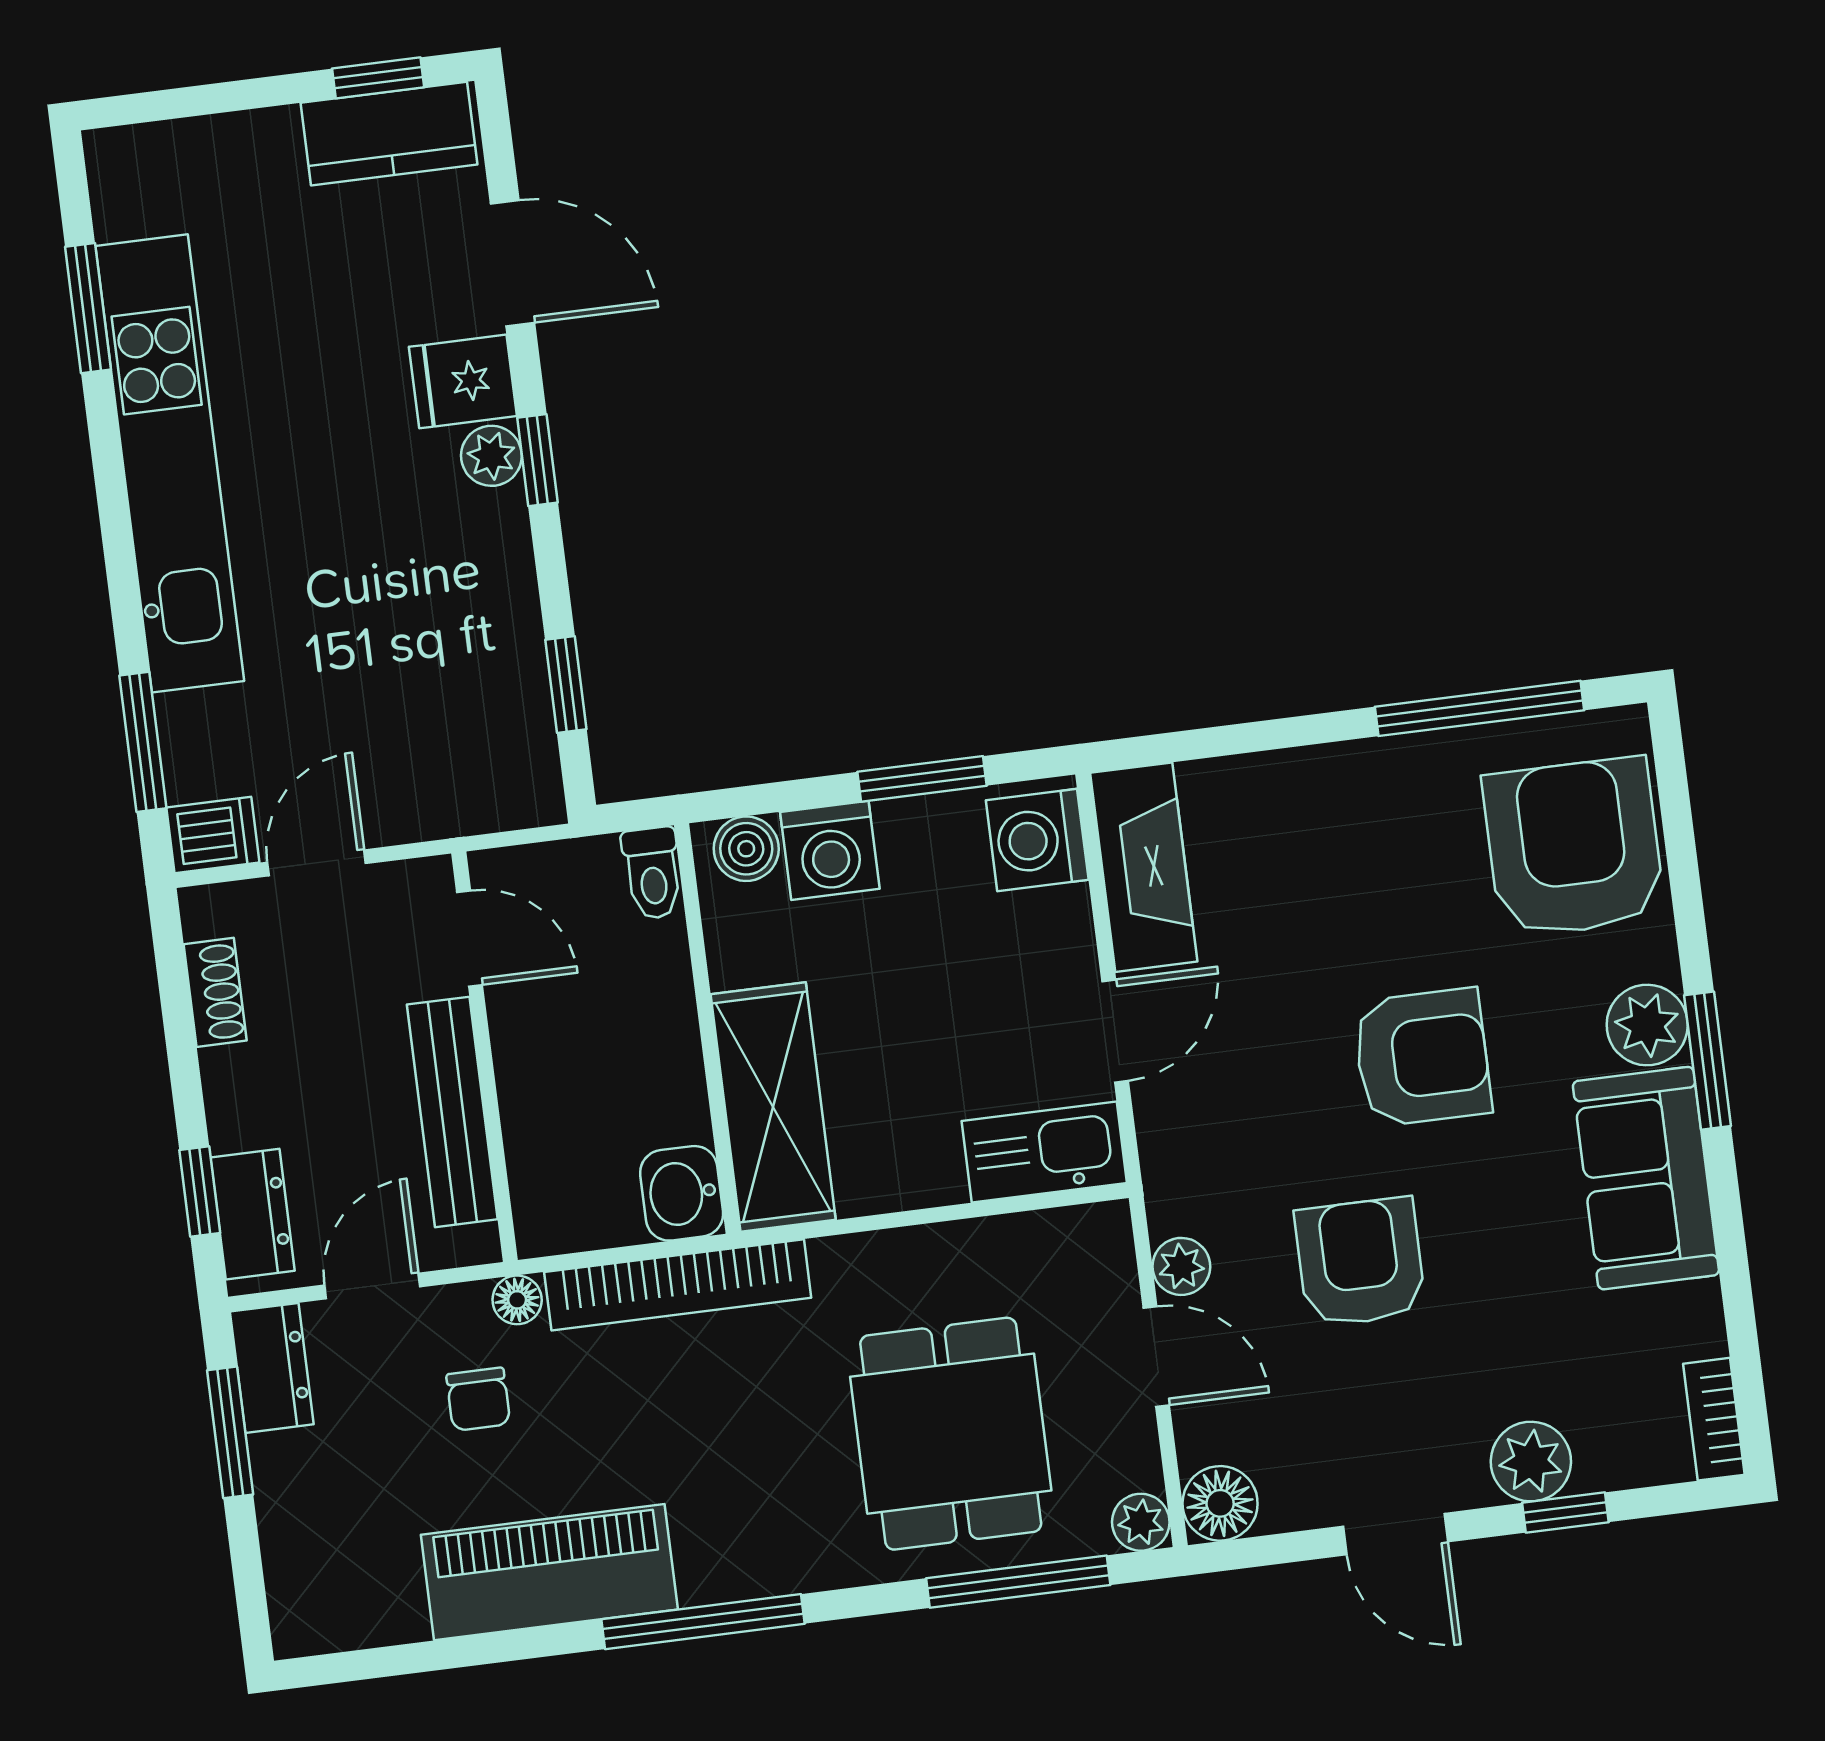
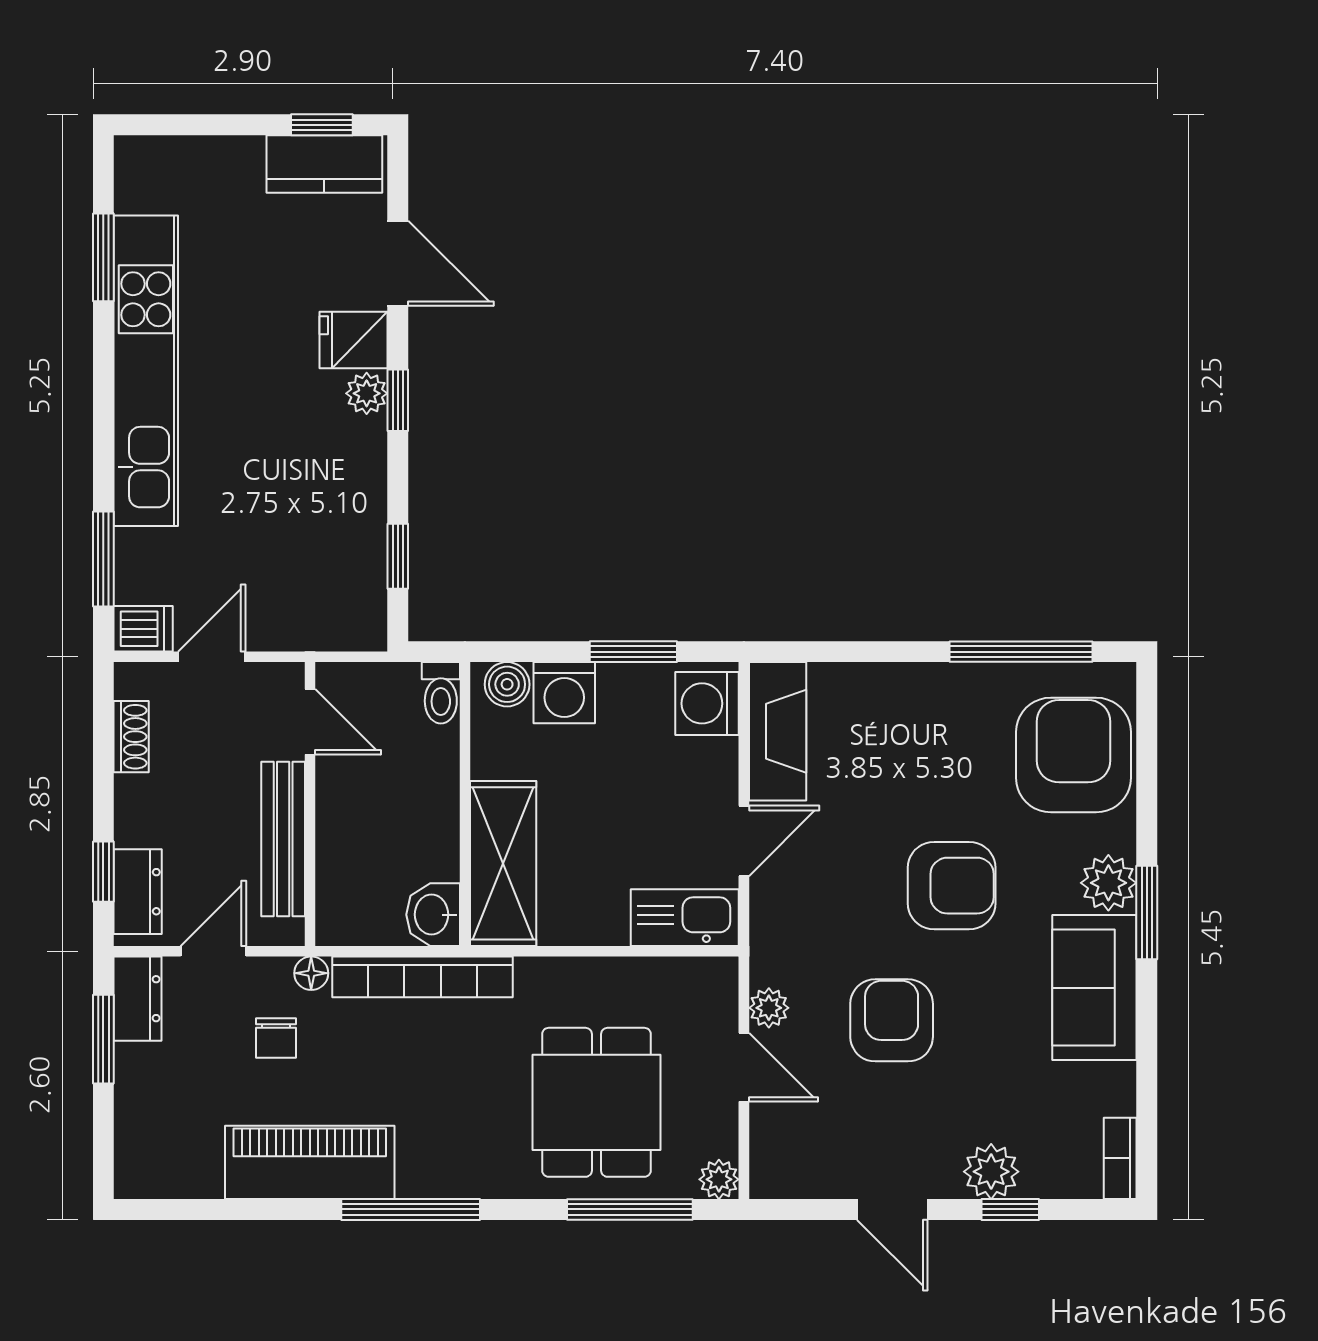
floor lamp: (1220, 1503) -> (775, 1173), removed

